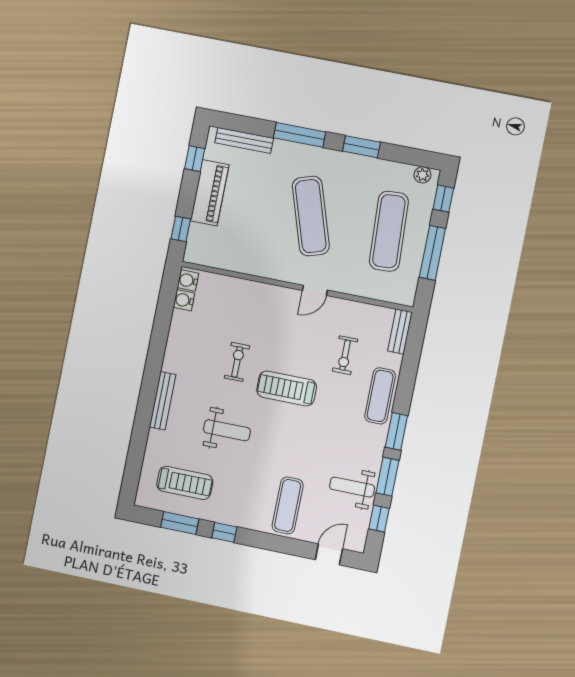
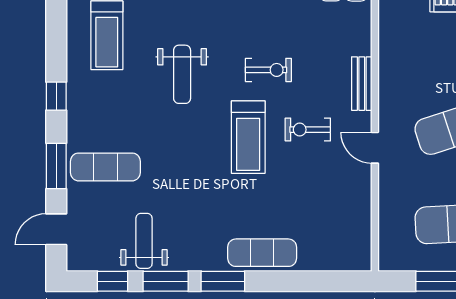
bench: (400, 332) -> (362, 84), moved, turned 90
exercise bike: (345, 355) -> (308, 130), moved
treadmill: (287, 388) -> (248, 137), turned 180
window: (180, 523) -> (56, 166), moved
door: (329, 554) -> (56, 229), swing flipped

